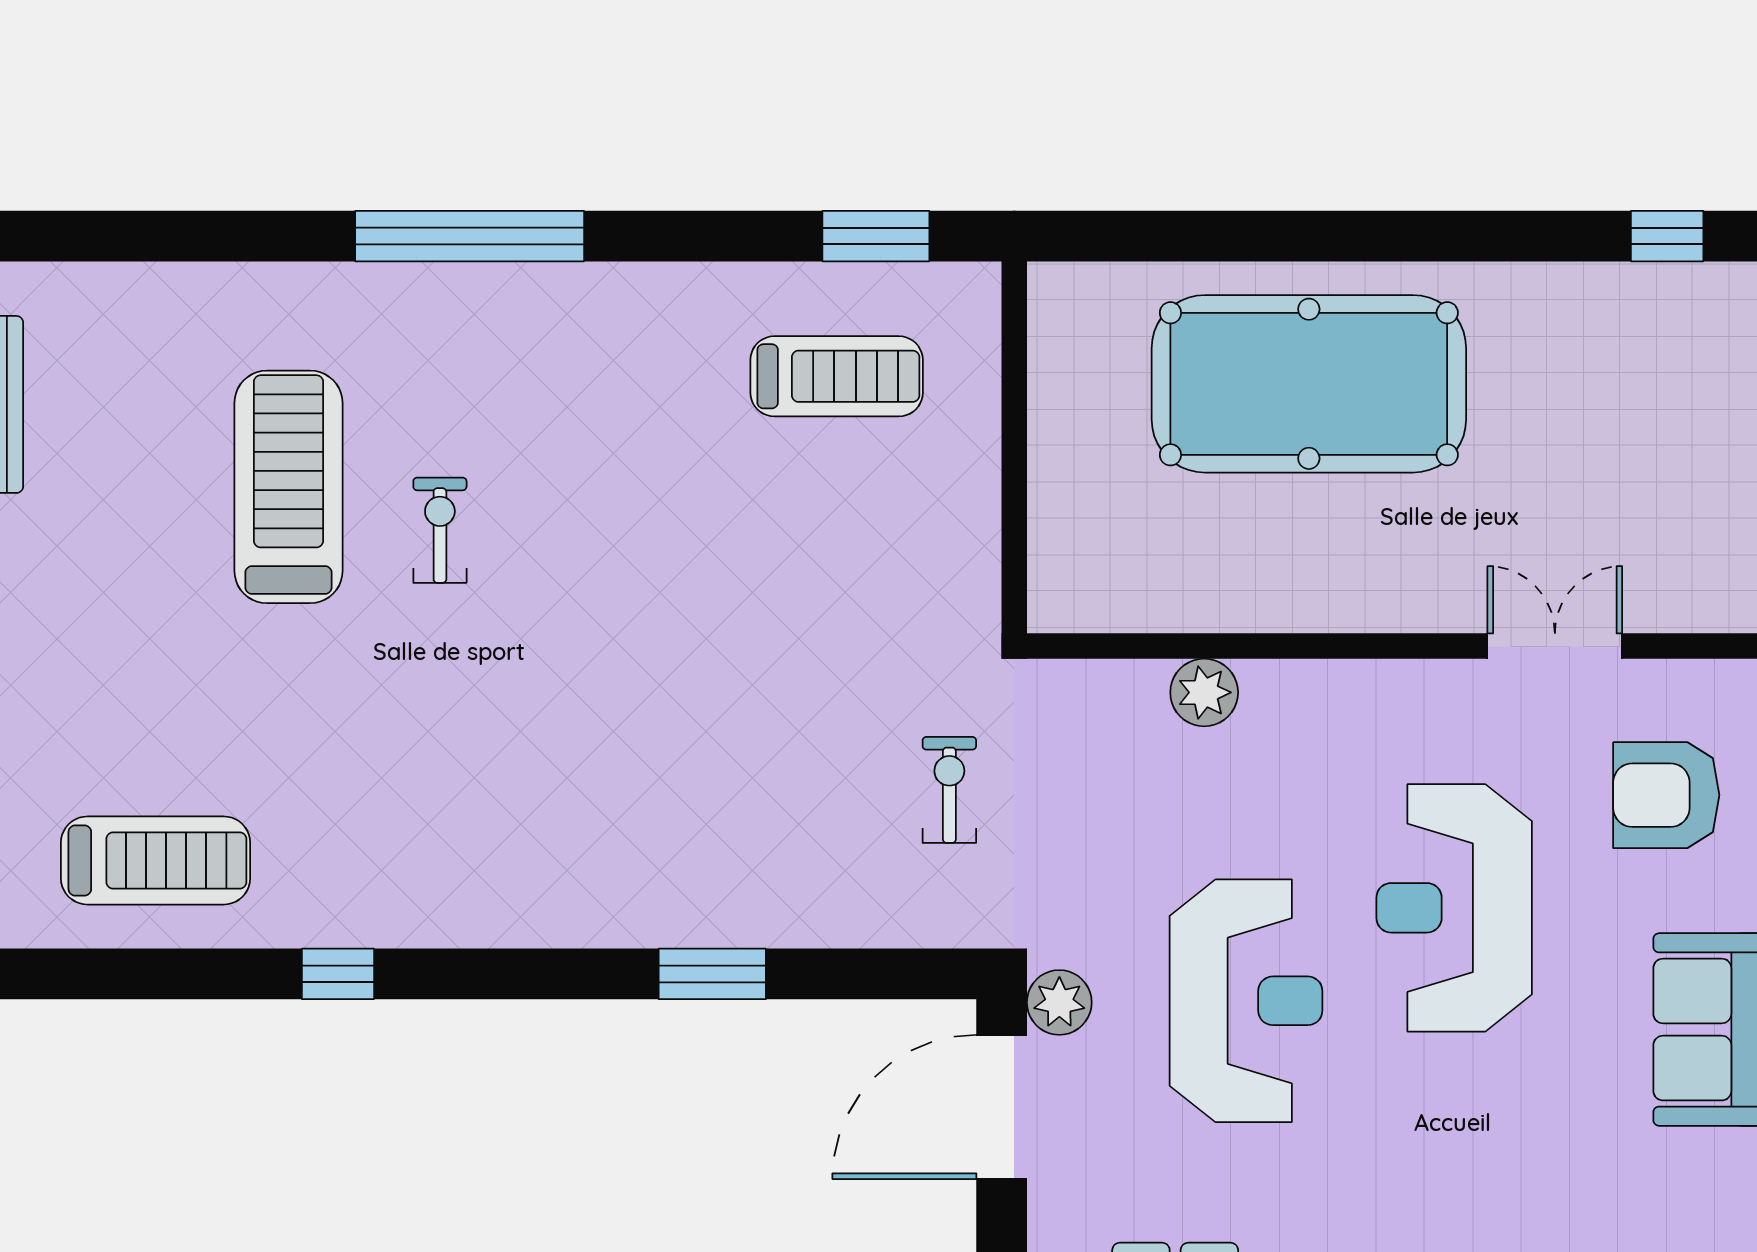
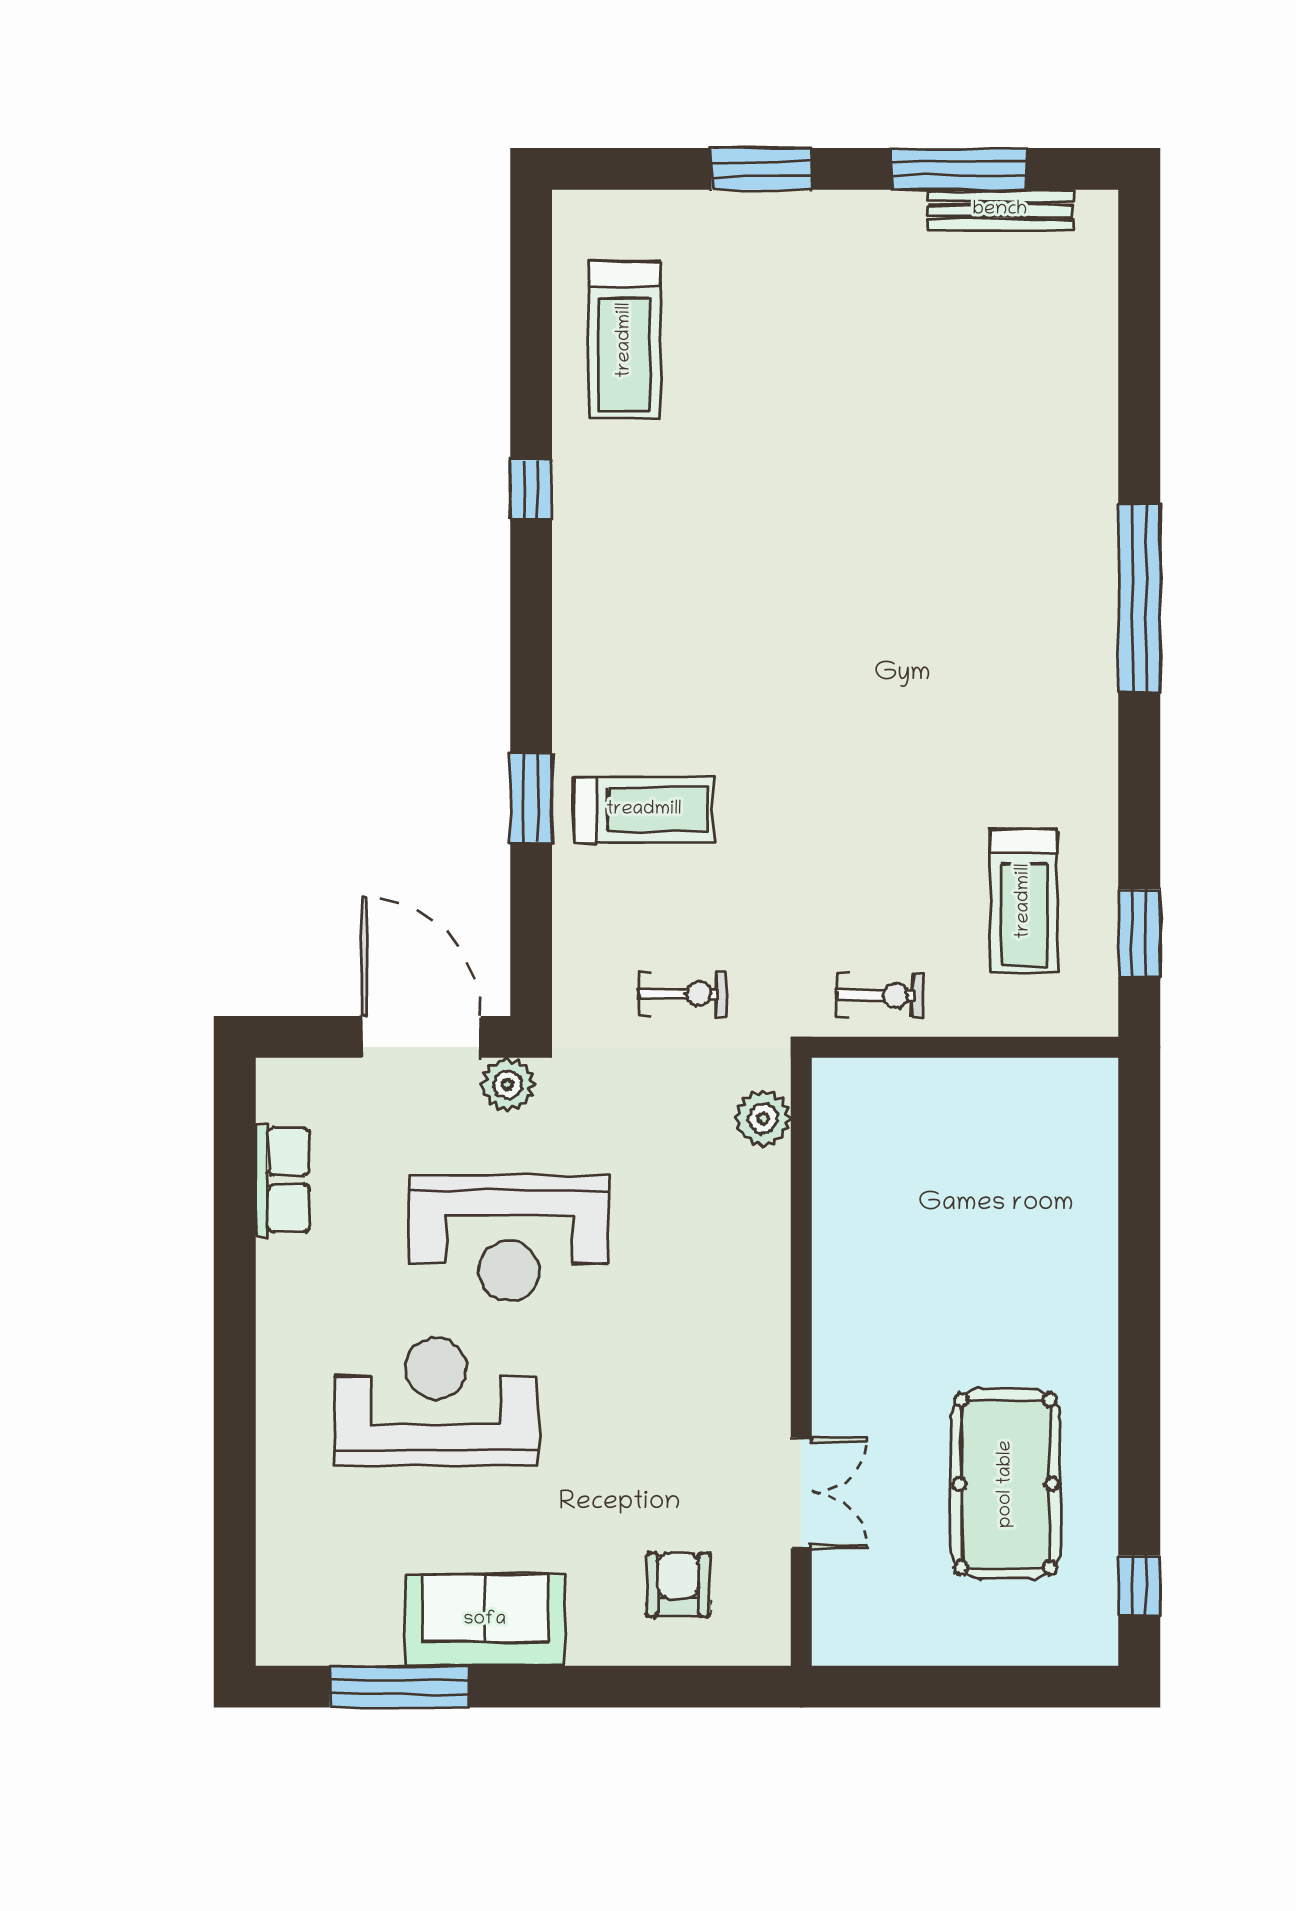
pool table: (1309, 384) -> (1006, 1484), moved, width x0.73, depth x0.76
treadmill: (288, 487) -> (644, 810), moved, width x0.73, depth x0.73
exercise bike: (440, 530) -> (880, 995), moved
plant: (1204, 692) -> (763, 1118), moved
armchair: (1666, 795) -> (678, 1585), width x0.72, depth x0.72
reception desk: (1454, 908) -> (436, 1402), moved

